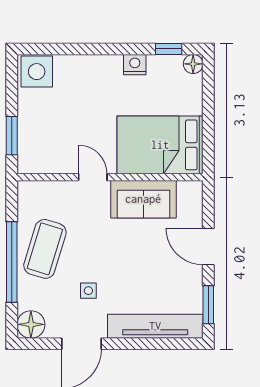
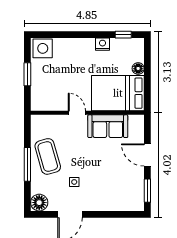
floor lamp: (193, 64) -> (138, 68), moved
window: (12, 136) -> (27, 74), moved
coffee table: (45, 249) -> (48, 156), turned -33
window: (12, 262) -> (27, 164), width x0.68
tv unit: (155, 326) -> (115, 204), removed

